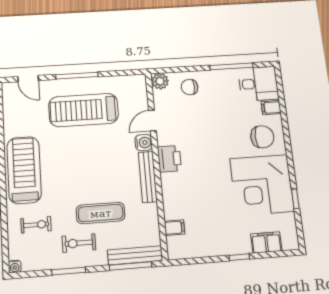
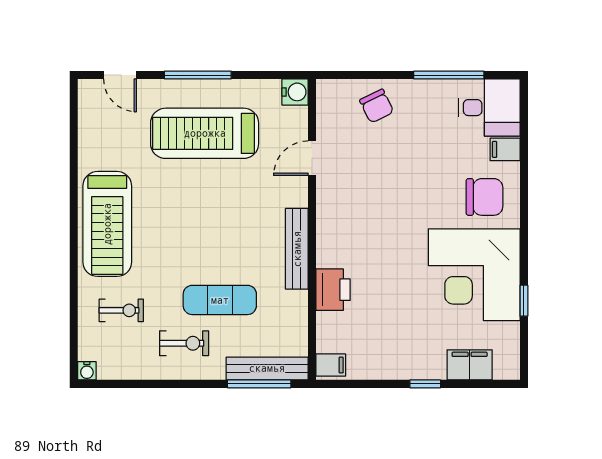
plant: (160, 81) -> (330, 93), removed
chair: (190, 87) -> (377, 106), turned -116
water cooler: (144, 143) -> (295, 92), moved
printer: (169, 159) -> (333, 290), moved
treadmill: (24, 170) -> (107, 224), turned 180
filing cabinet: (174, 228) -> (331, 365), moved
exercise bike: (79, 243) -> (184, 343), turned 180
window: (69, 271) -> (166, 384), removed

